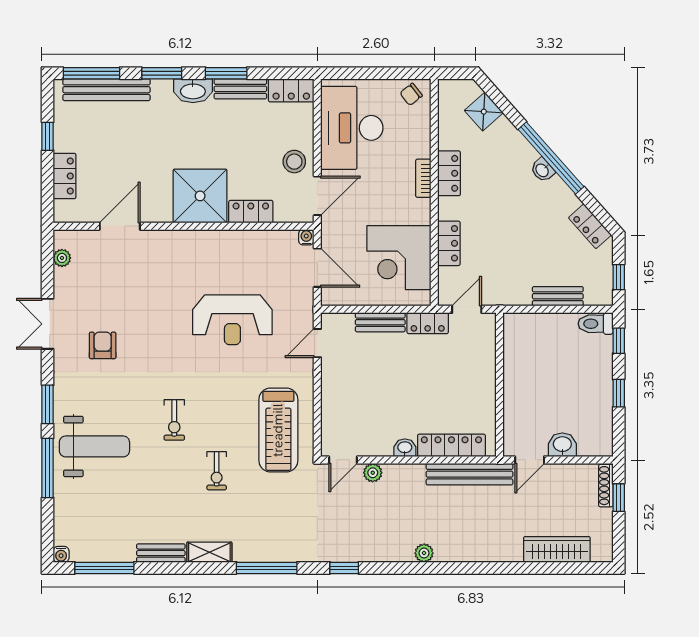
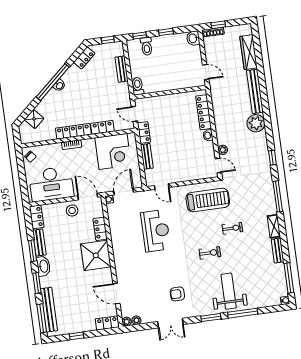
locker: (449, 173) -> (73, 131), width x1.53
locker: (65, 176) -> (107, 323), moved
plant: (62, 238) -> (127, 322), added
toilet: (520, 323) -> (138, 86), added
toilet: (596, 324) -> (147, 46), moved
washbasin: (562, 445) -> (193, 38), moved
bench: (469, 474) -> (255, 91), moved
plant: (424, 553) -> (256, 123), width x1.87, depth x1.87

